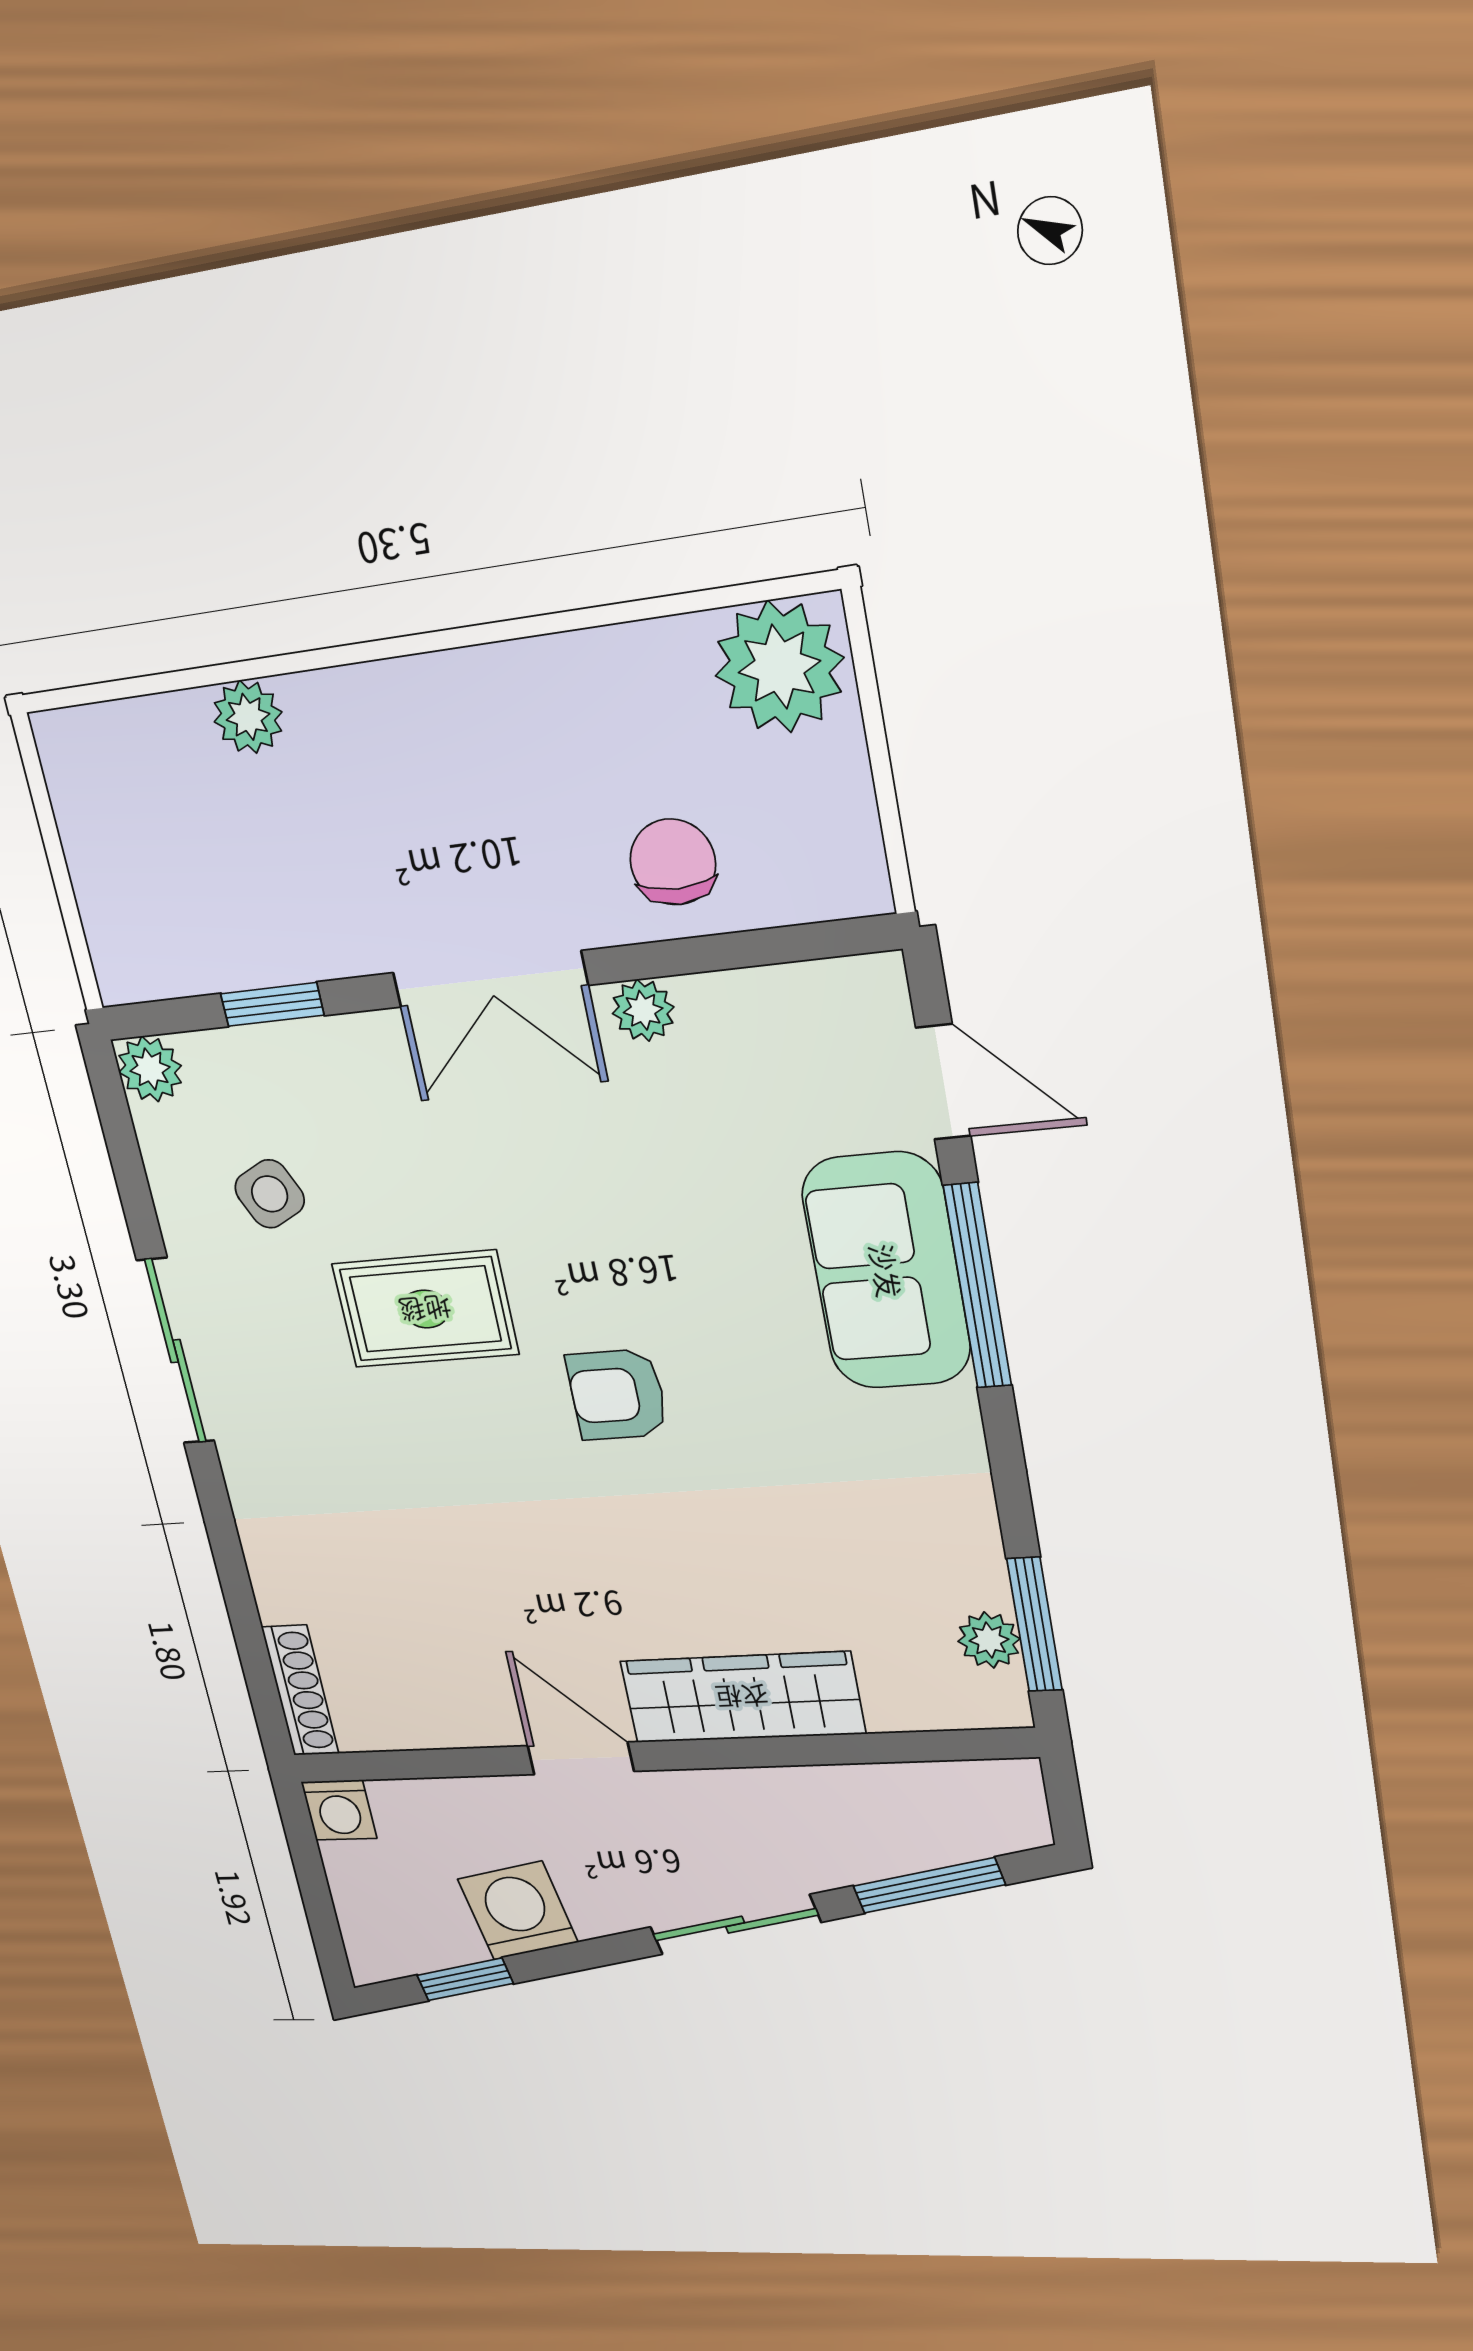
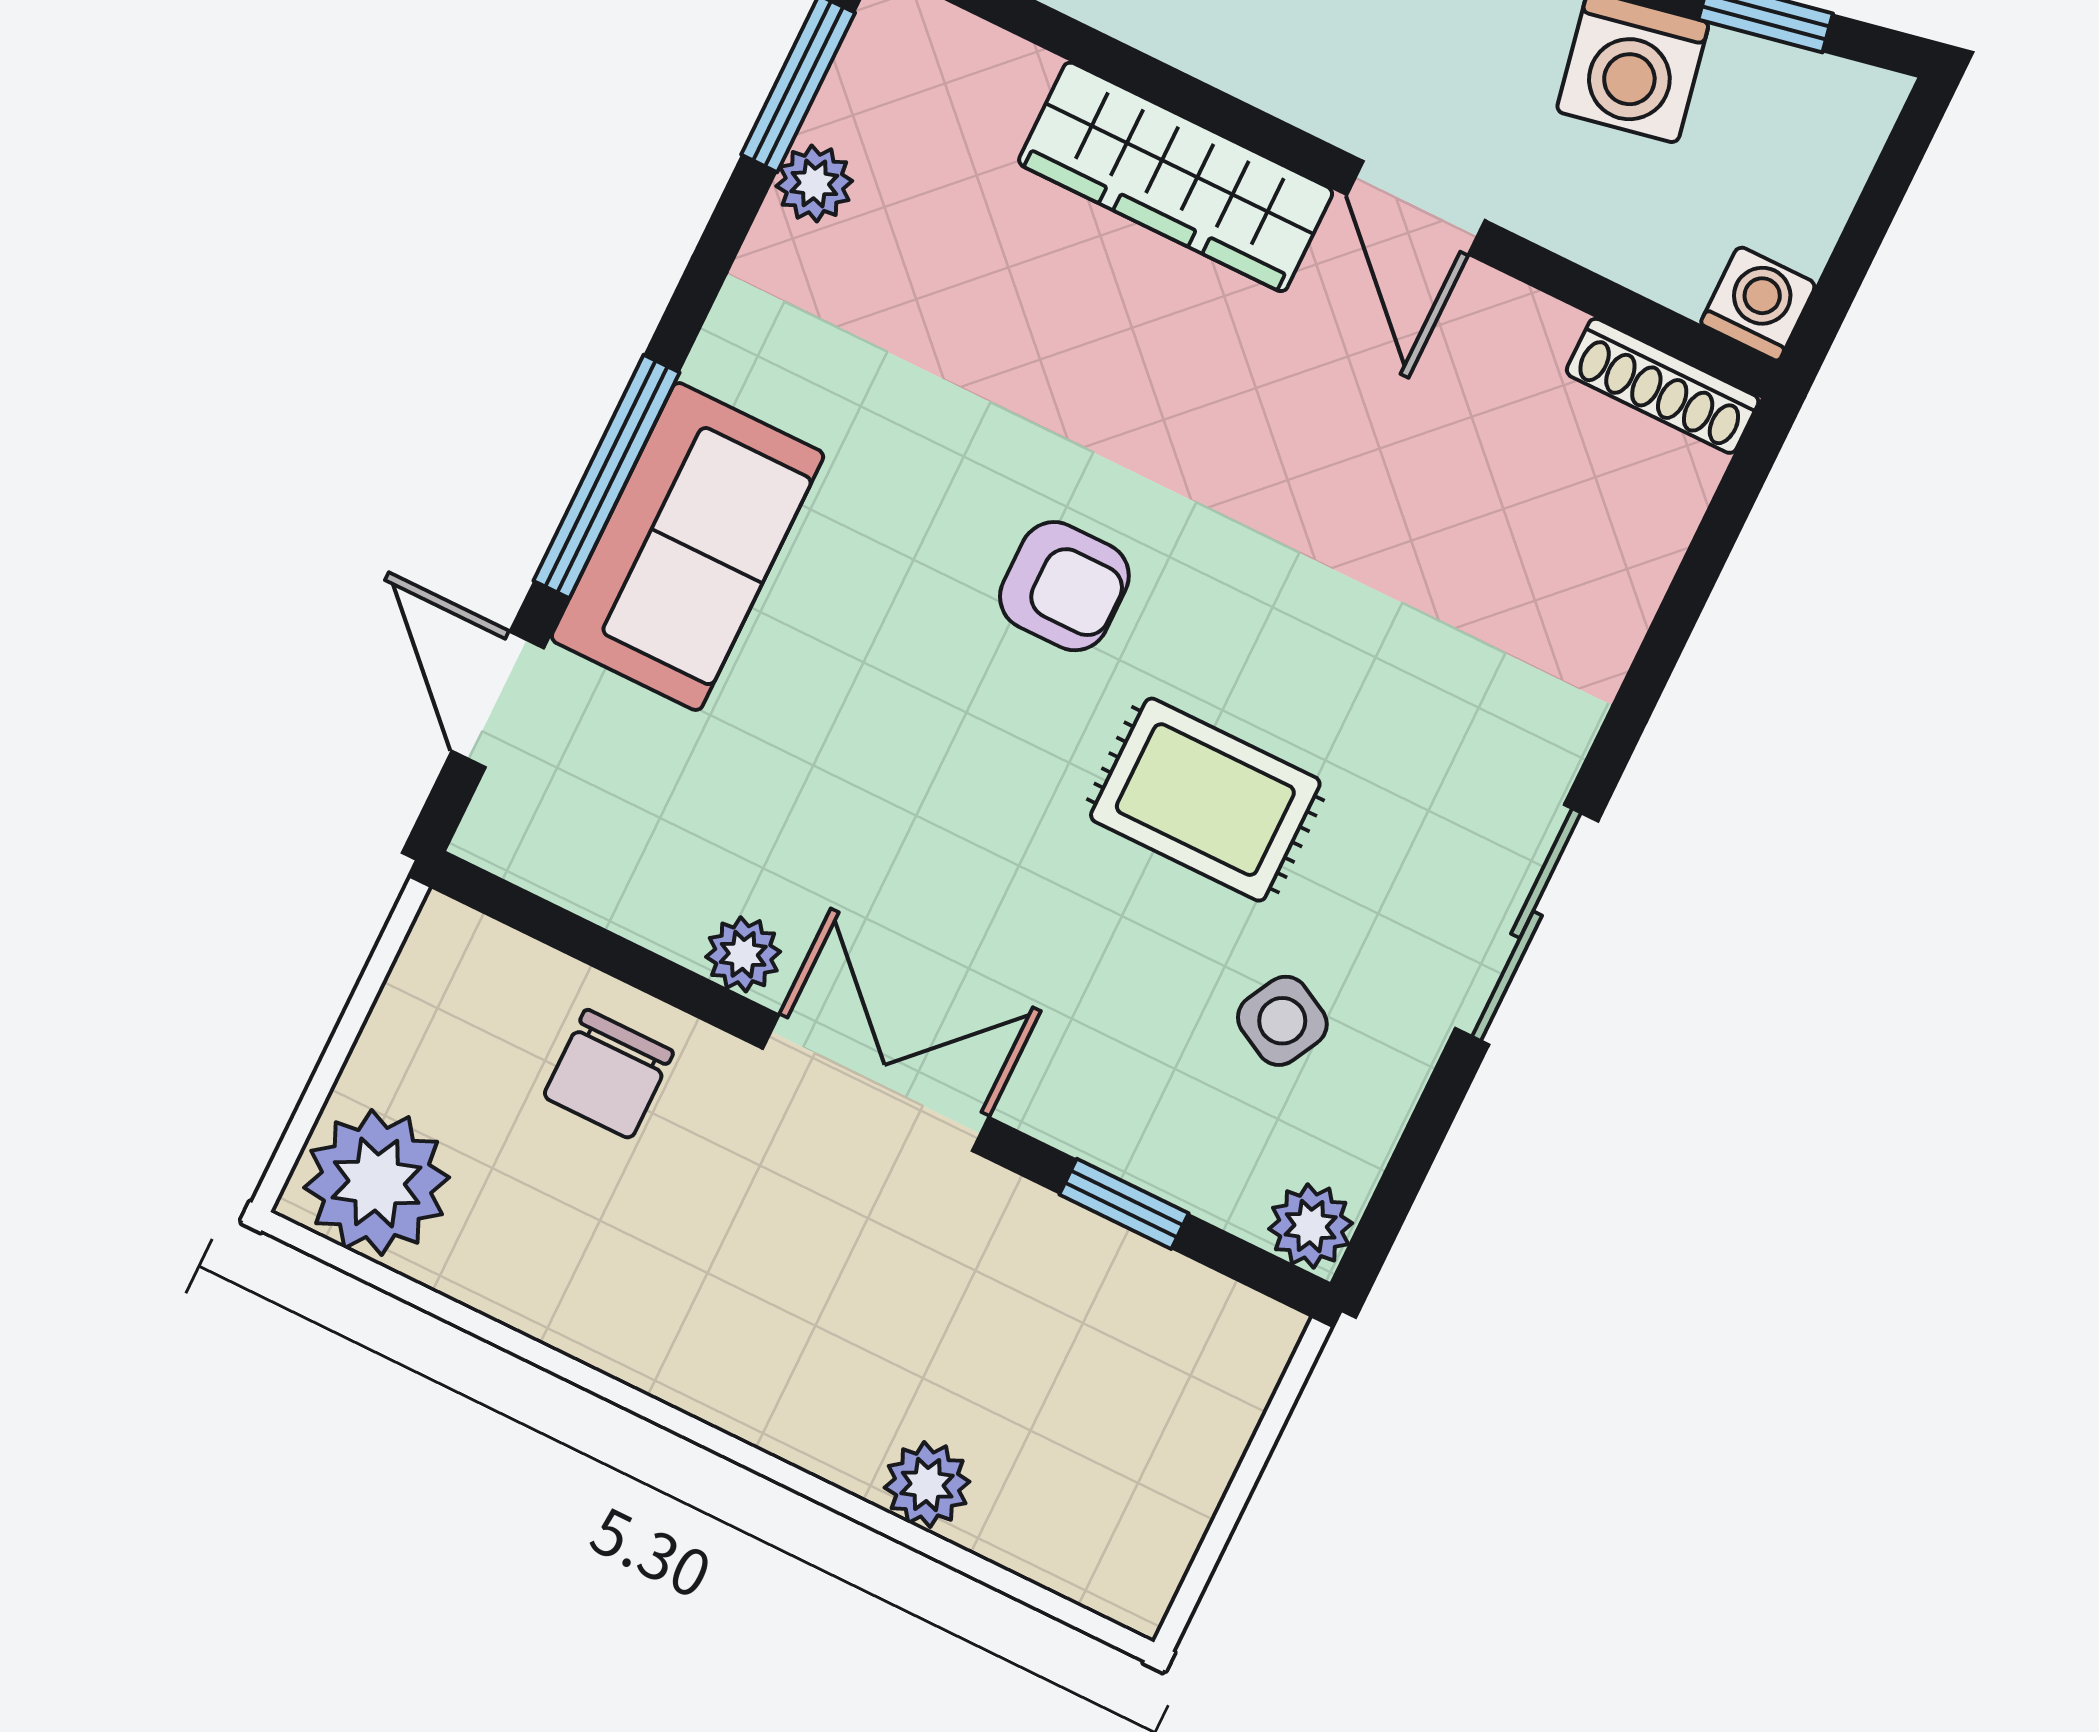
side table: (270, 1194) -> (1282, 1021), turned -36
plant: (989, 1640) -> (814, 183), moved
shoe rack: (300, 1690) -> (1663, 386), moved, turned -90

